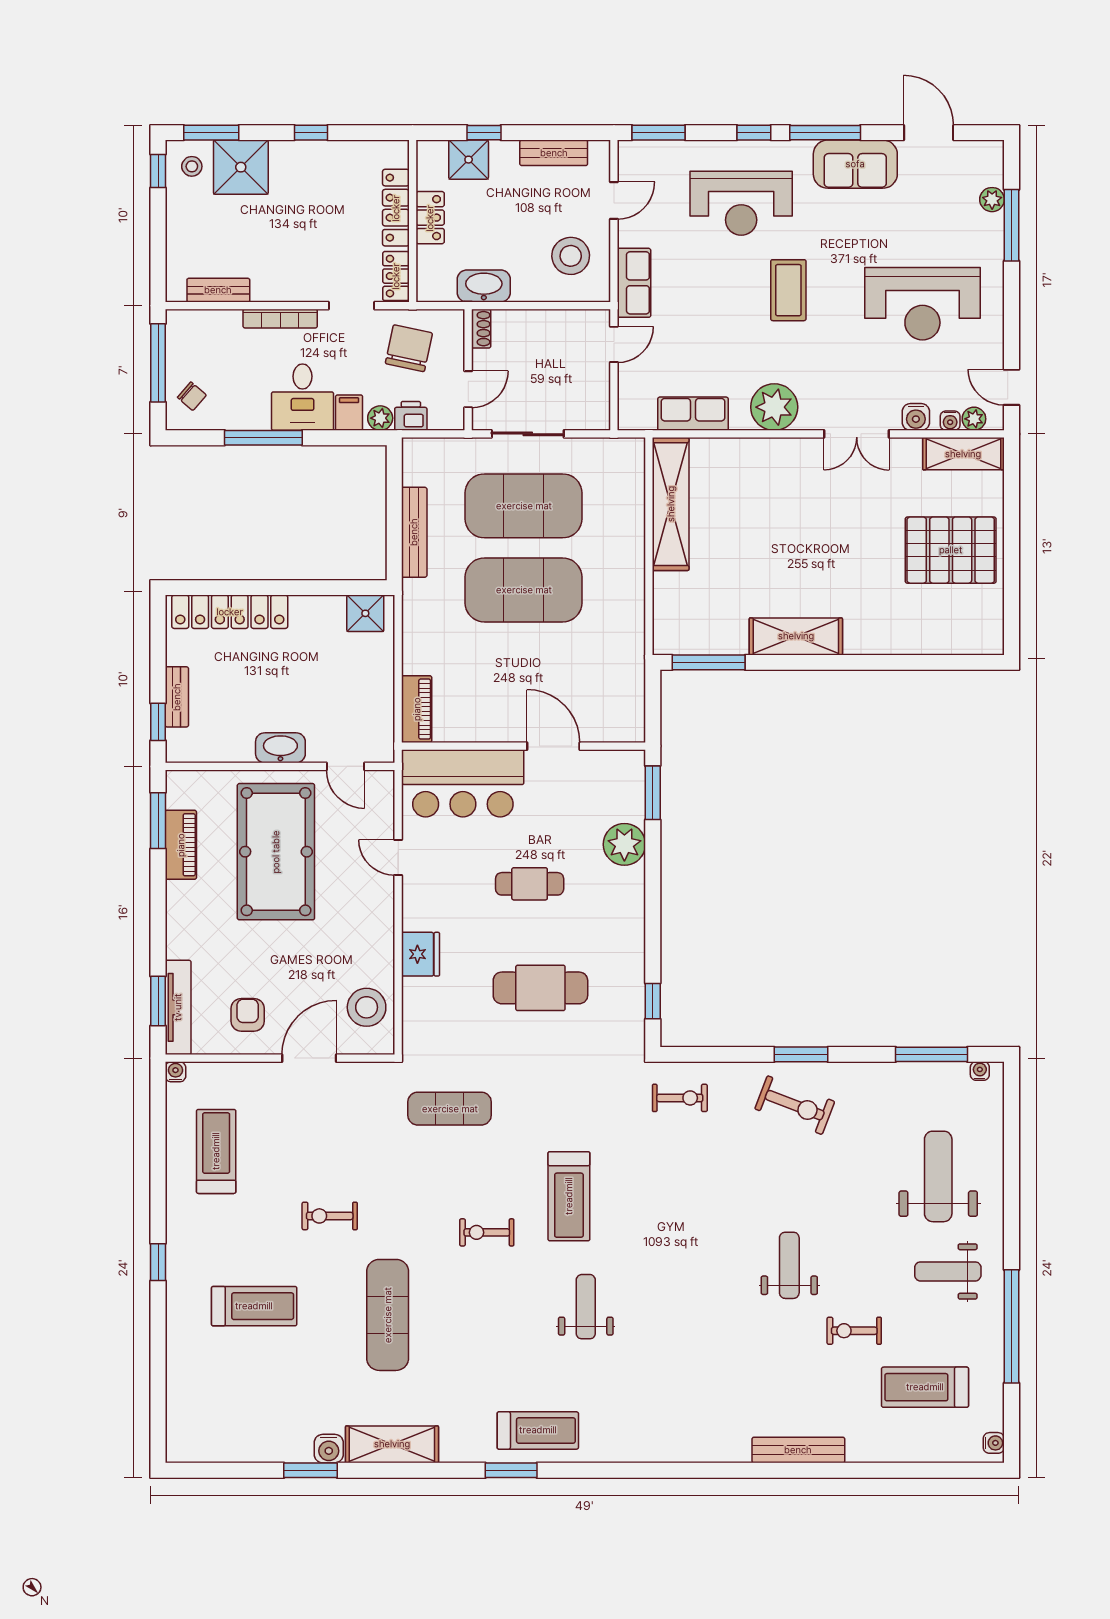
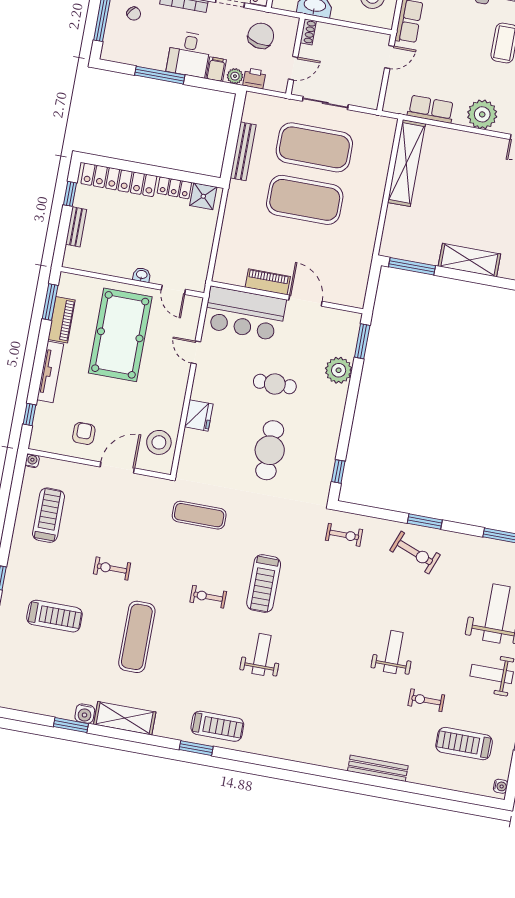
chair: (192, 396) -> (134, 14), moved
locker: (318, 608) -> (174, 188), added
piano: (417, 709) -> (268, 282), moved, turned -90
window: (158, 722) -> (70, 194), moved
washbasin: (280, 748) -> (142, 275), width x0.52, depth x0.69
cafe table: (540, 988) -> (270, 450), turned 90
window: (158, 1001) -> (29, 415), width x0.67
tv unit: (178, 1007) -> (50, 372), moved

